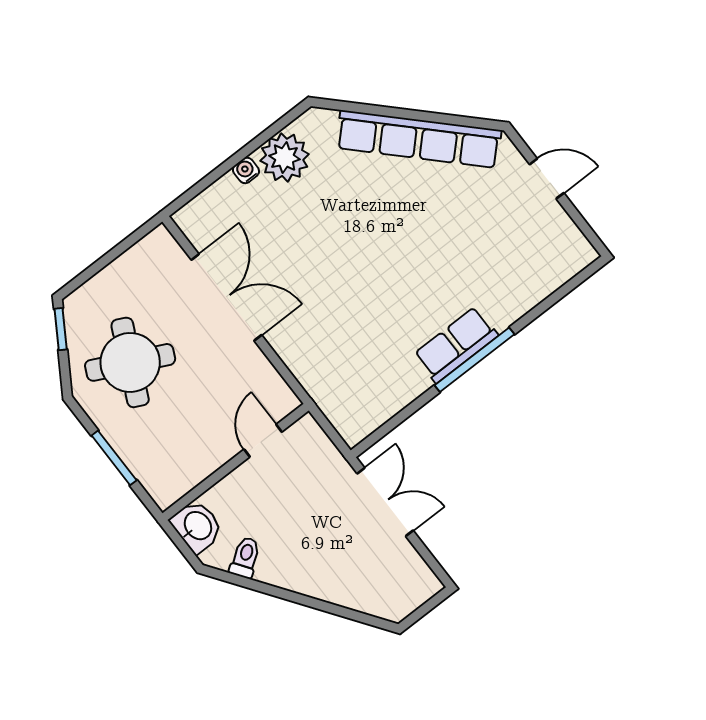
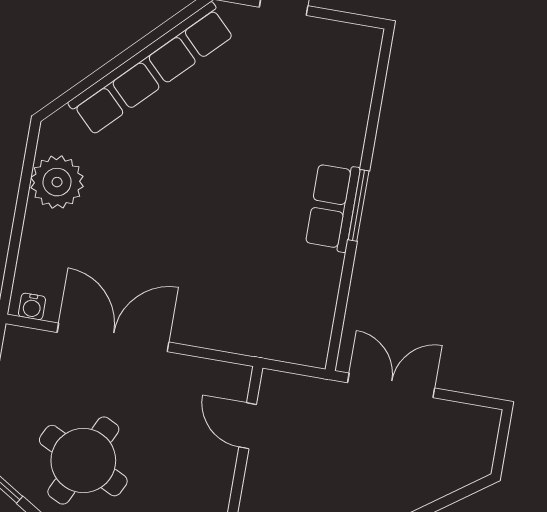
water cooler: (246, 170) -> (32, 306), moved, turned -90
window: (475, 360) -> (359, 205), width x0.69

